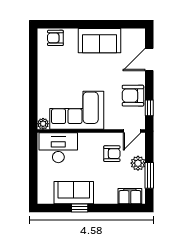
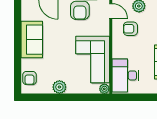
plant: (45, 72) -> (59, 87), added
armchair: (112, 154) -> (130, 29), turned -90

